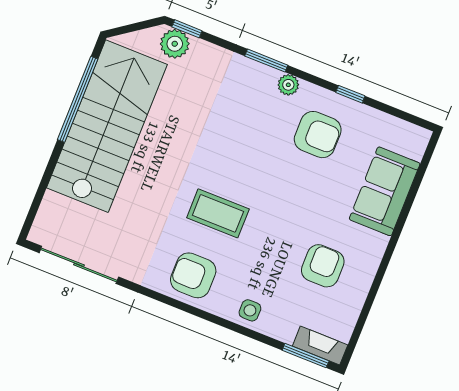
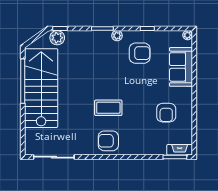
plant: (421, 137) -> (188, 35), added
armchair: (323, 266) -> (166, 113), turned 180
side table: (250, 310) -> (141, 147), removed

